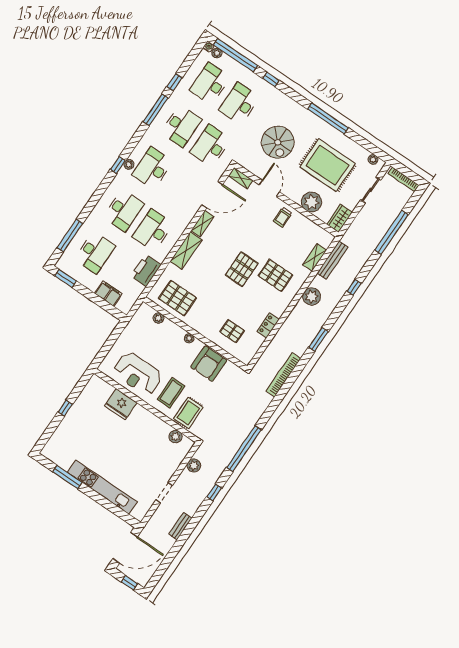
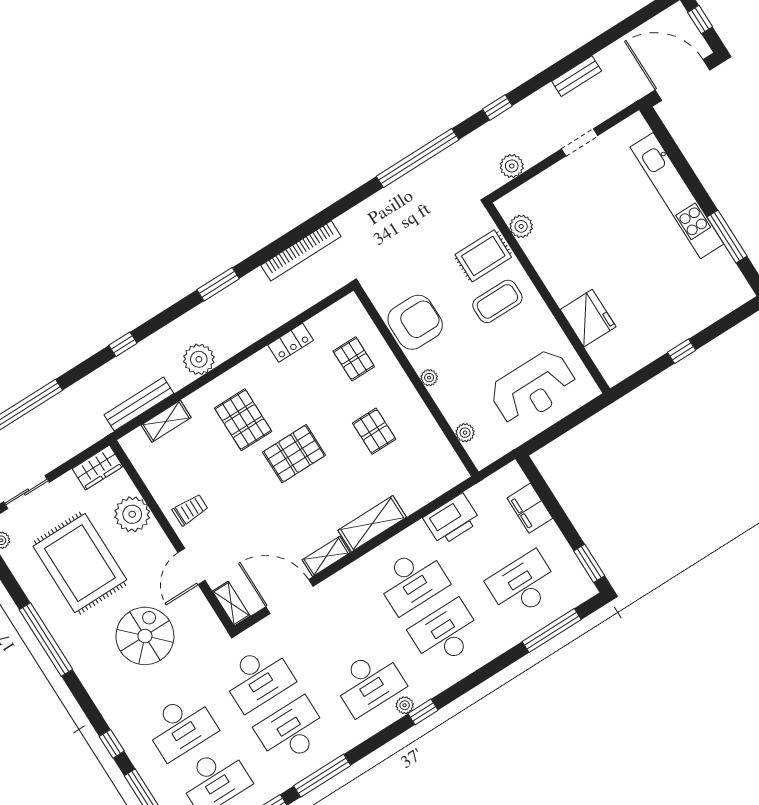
pallet: (178, 298) -> (374, 431), moved, width x0.67, depth x0.71
reception desk: (138, 374) -> (533, 388), moved, turned 90

